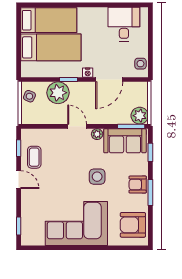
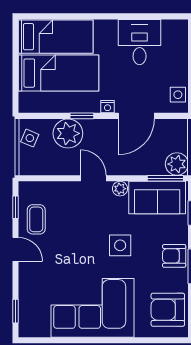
desk: (124, 24) -> (140, 42), moved

